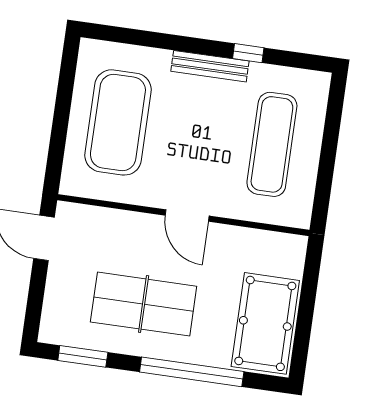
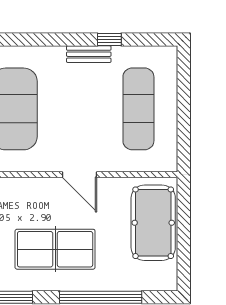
bench: (210, 66) -> (89, 54), width x0.73
pool table: (265, 323) -> (153, 223), moved

